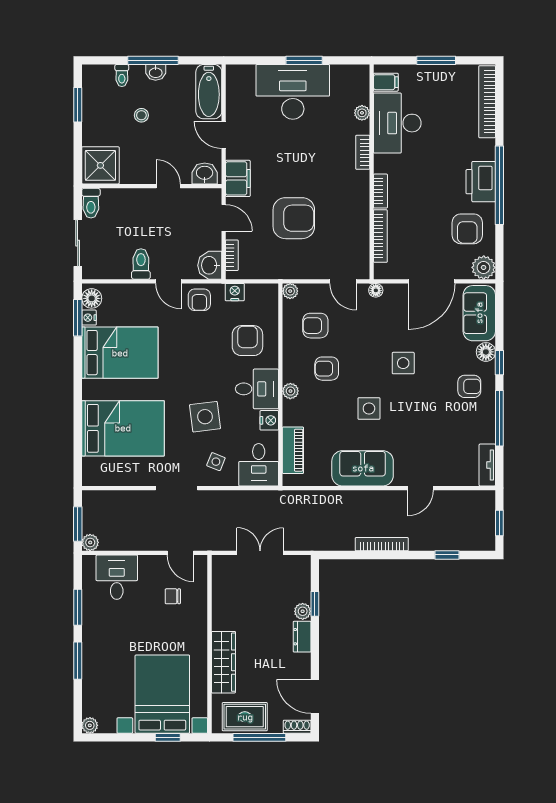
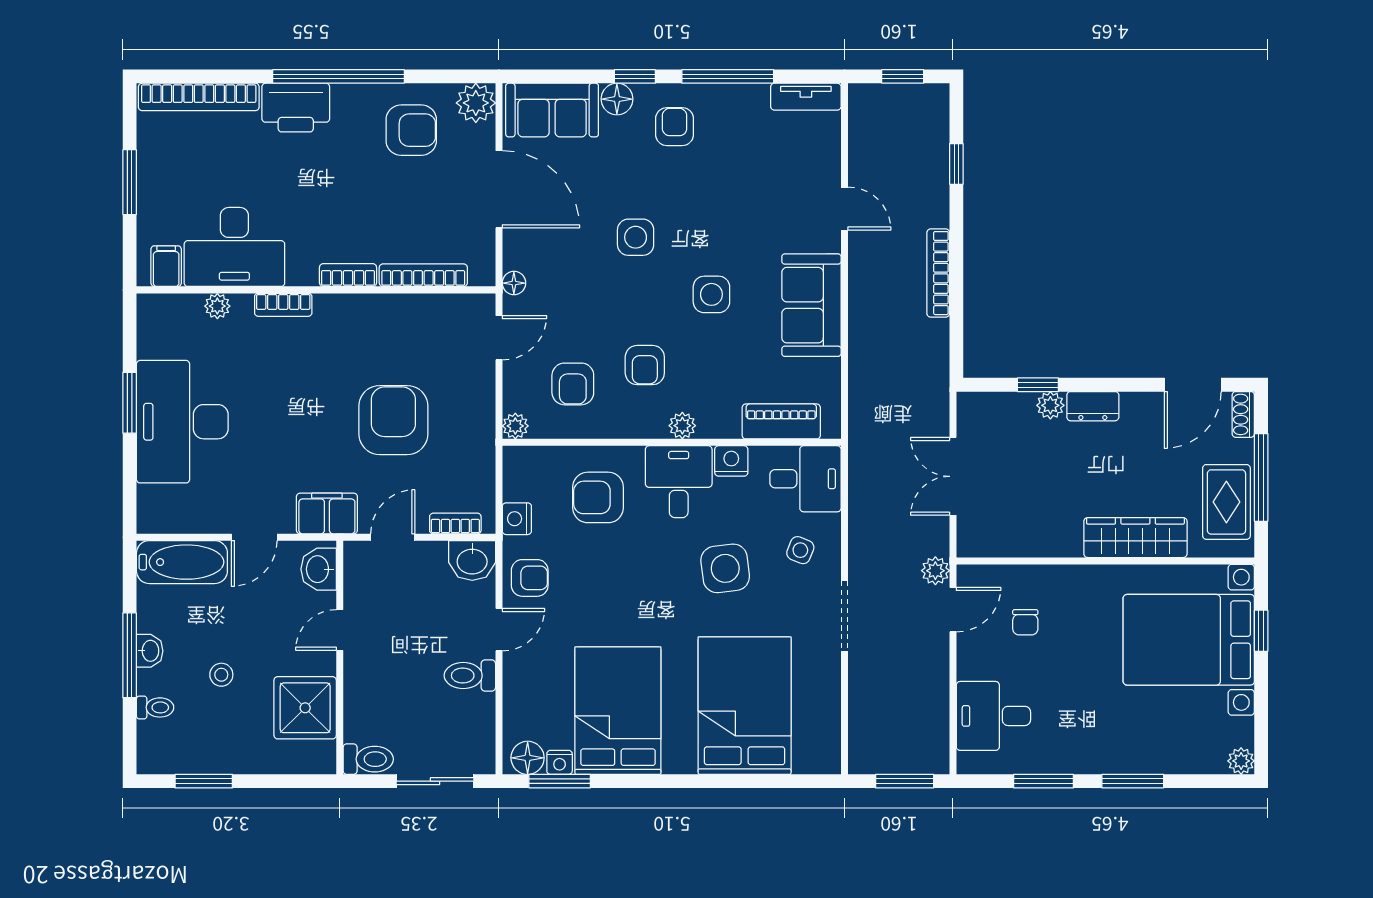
shower: (100, 165) -> (305, 708), moved
printer: (481, 182) -> (296, 108), moved
plant: (90, 542) -> (935, 571), moved

